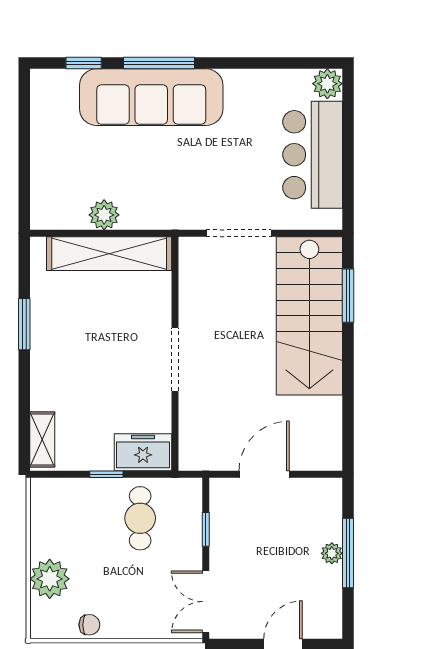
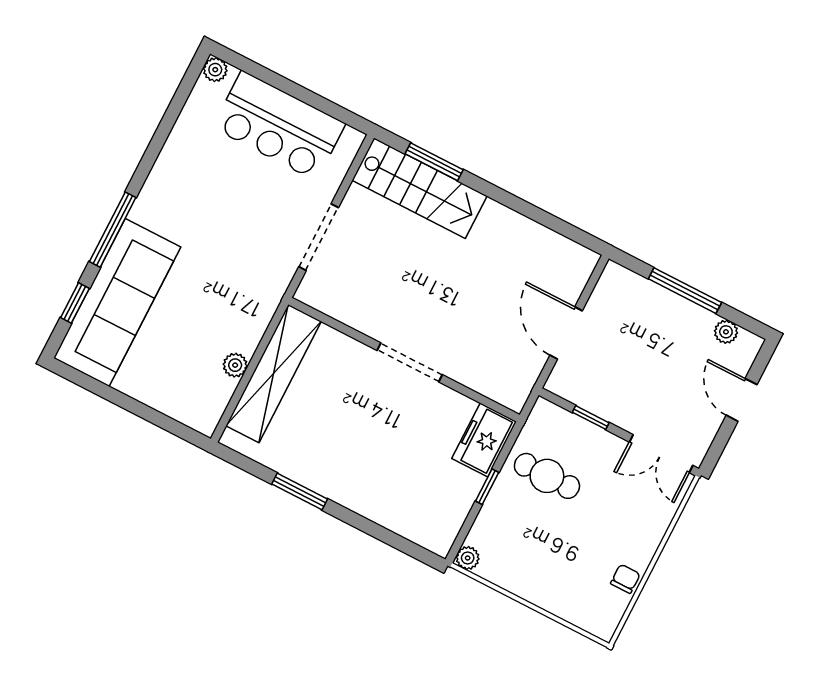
plant: (327, 84) -> (215, 70), width x0.73, depth x0.73
sofa: (151, 97) -> (117, 303), moved
plant: (104, 215) -> (235, 365), width x0.73, depth x0.73
stairs: (309, 316) -> (420, 188), width x0.73, depth x0.66
shelving: (42, 439) -> (421, 532), removed
plant: (332, 553) -> (726, 332), moved
plant: (50, 579) -> (468, 558), moved, width x0.53, depth x0.53

